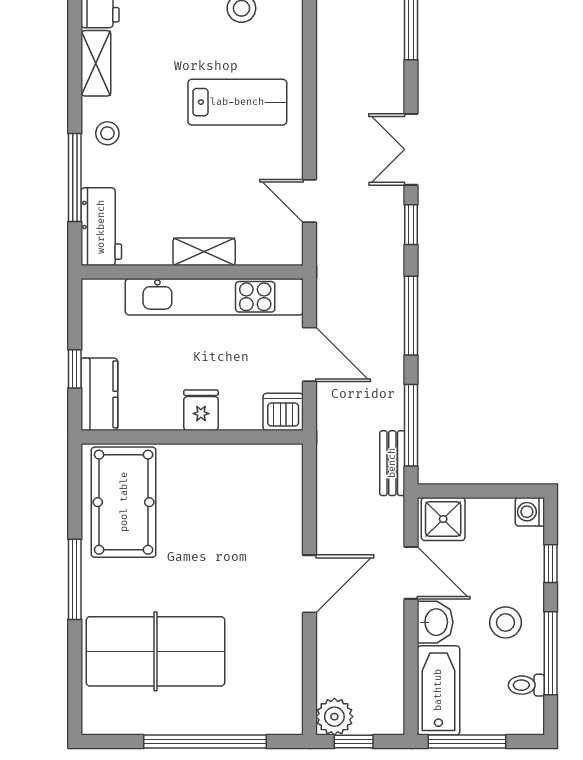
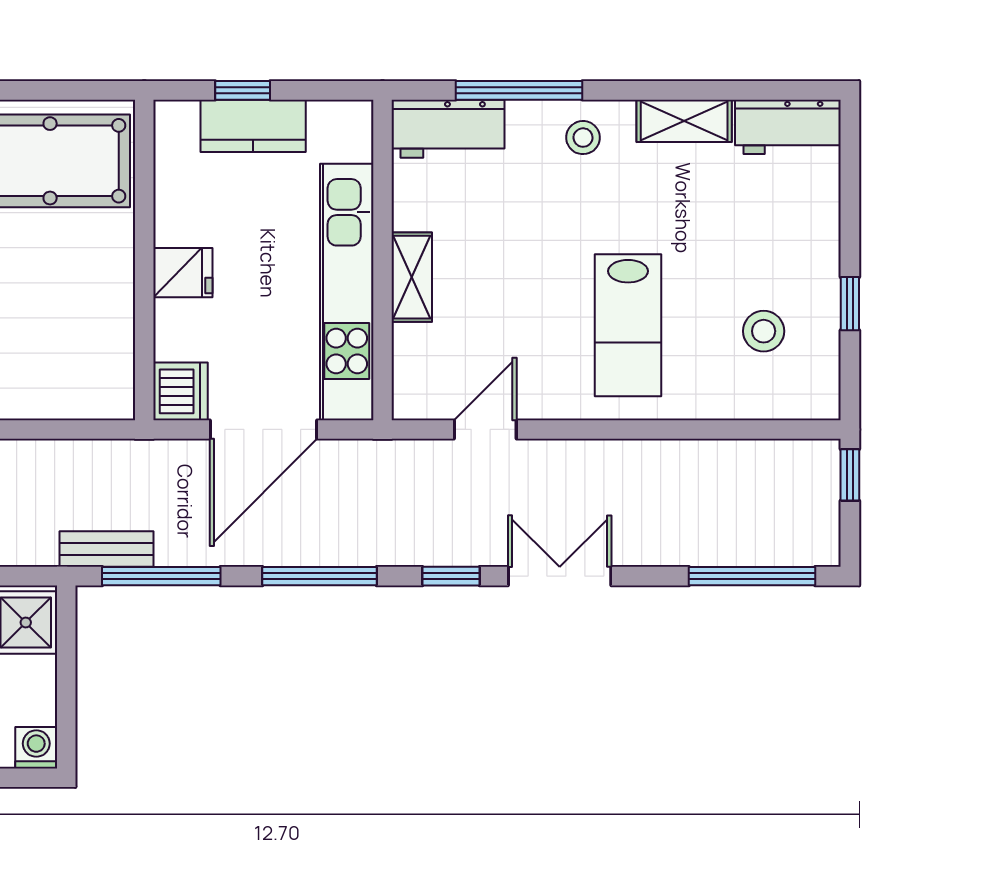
door: (310, 354) -> (264, 429), width x1.36
kitchen counter: (99, 394) -> (253, 126), moved

